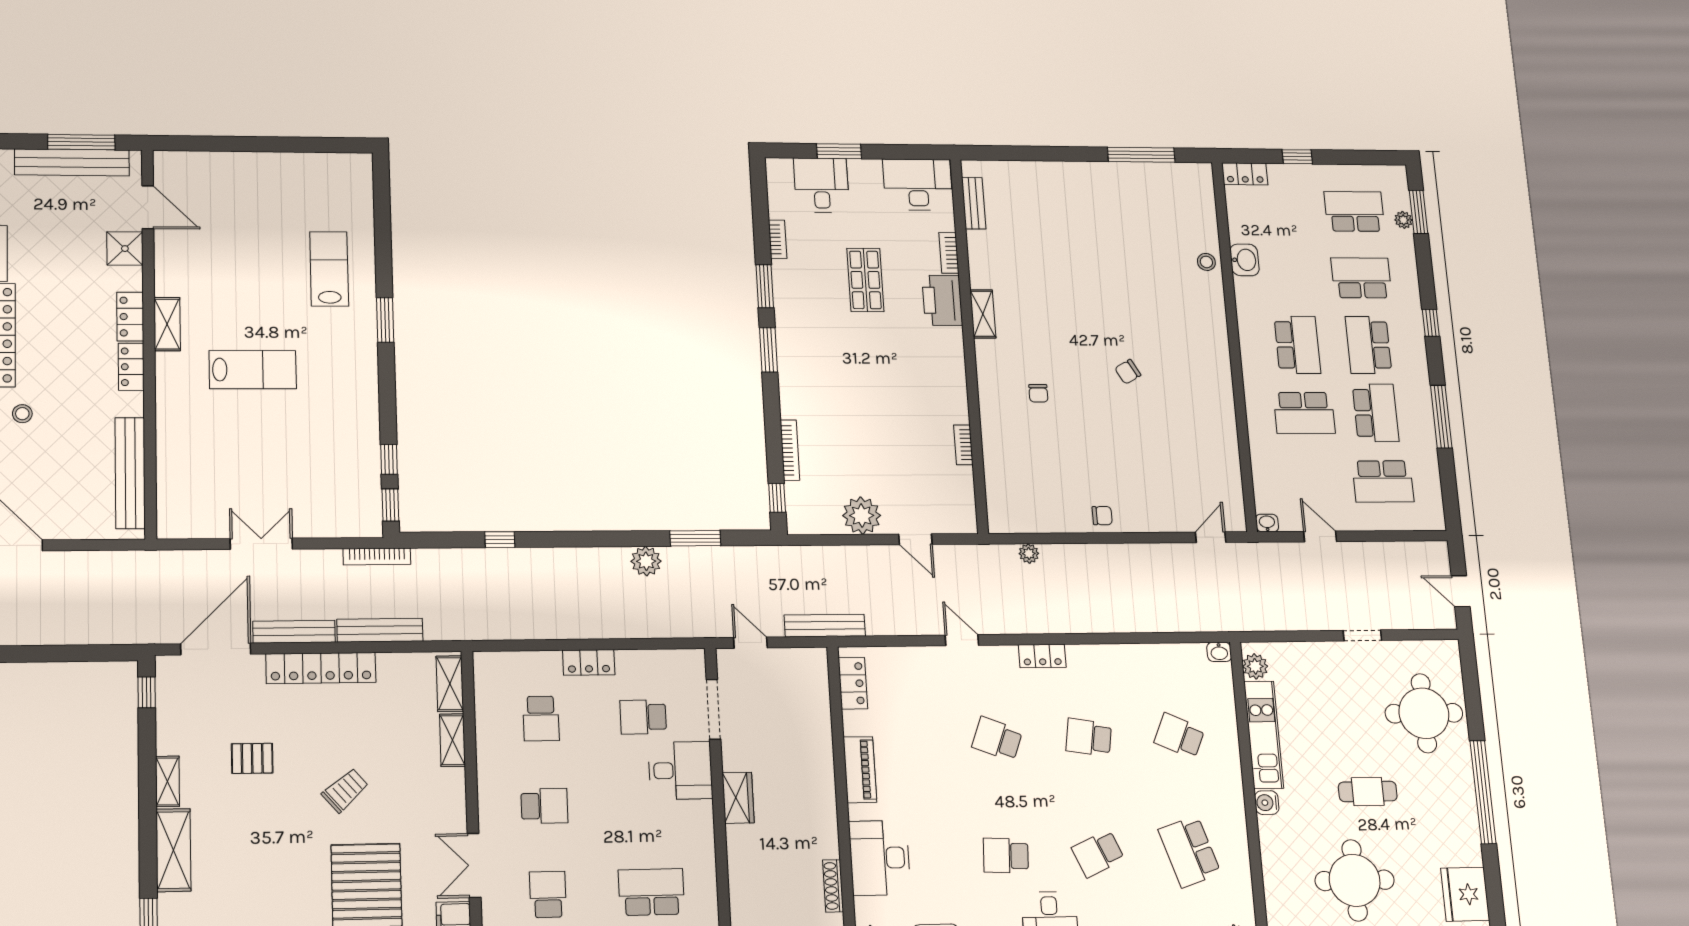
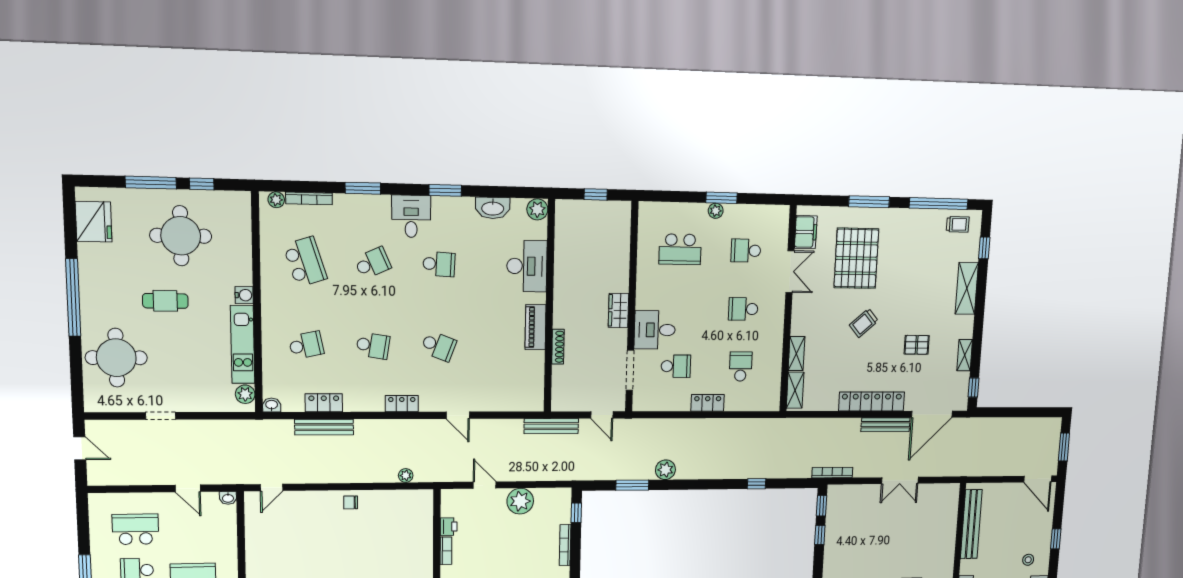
printer: (962, 480) -> (449, 527), added
bench: (380, 630) -> (324, 427), moved
locker: (853, 683) -> (324, 403), moved, turned 90
school desk: (1179, 736) -> (306, 345), turned -36
shelving: (167, 781) -> (965, 355), moved
shoe rack: (833, 886) -> (558, 347), moved
school desk: (548, 894) -> (746, 251), turned 90

